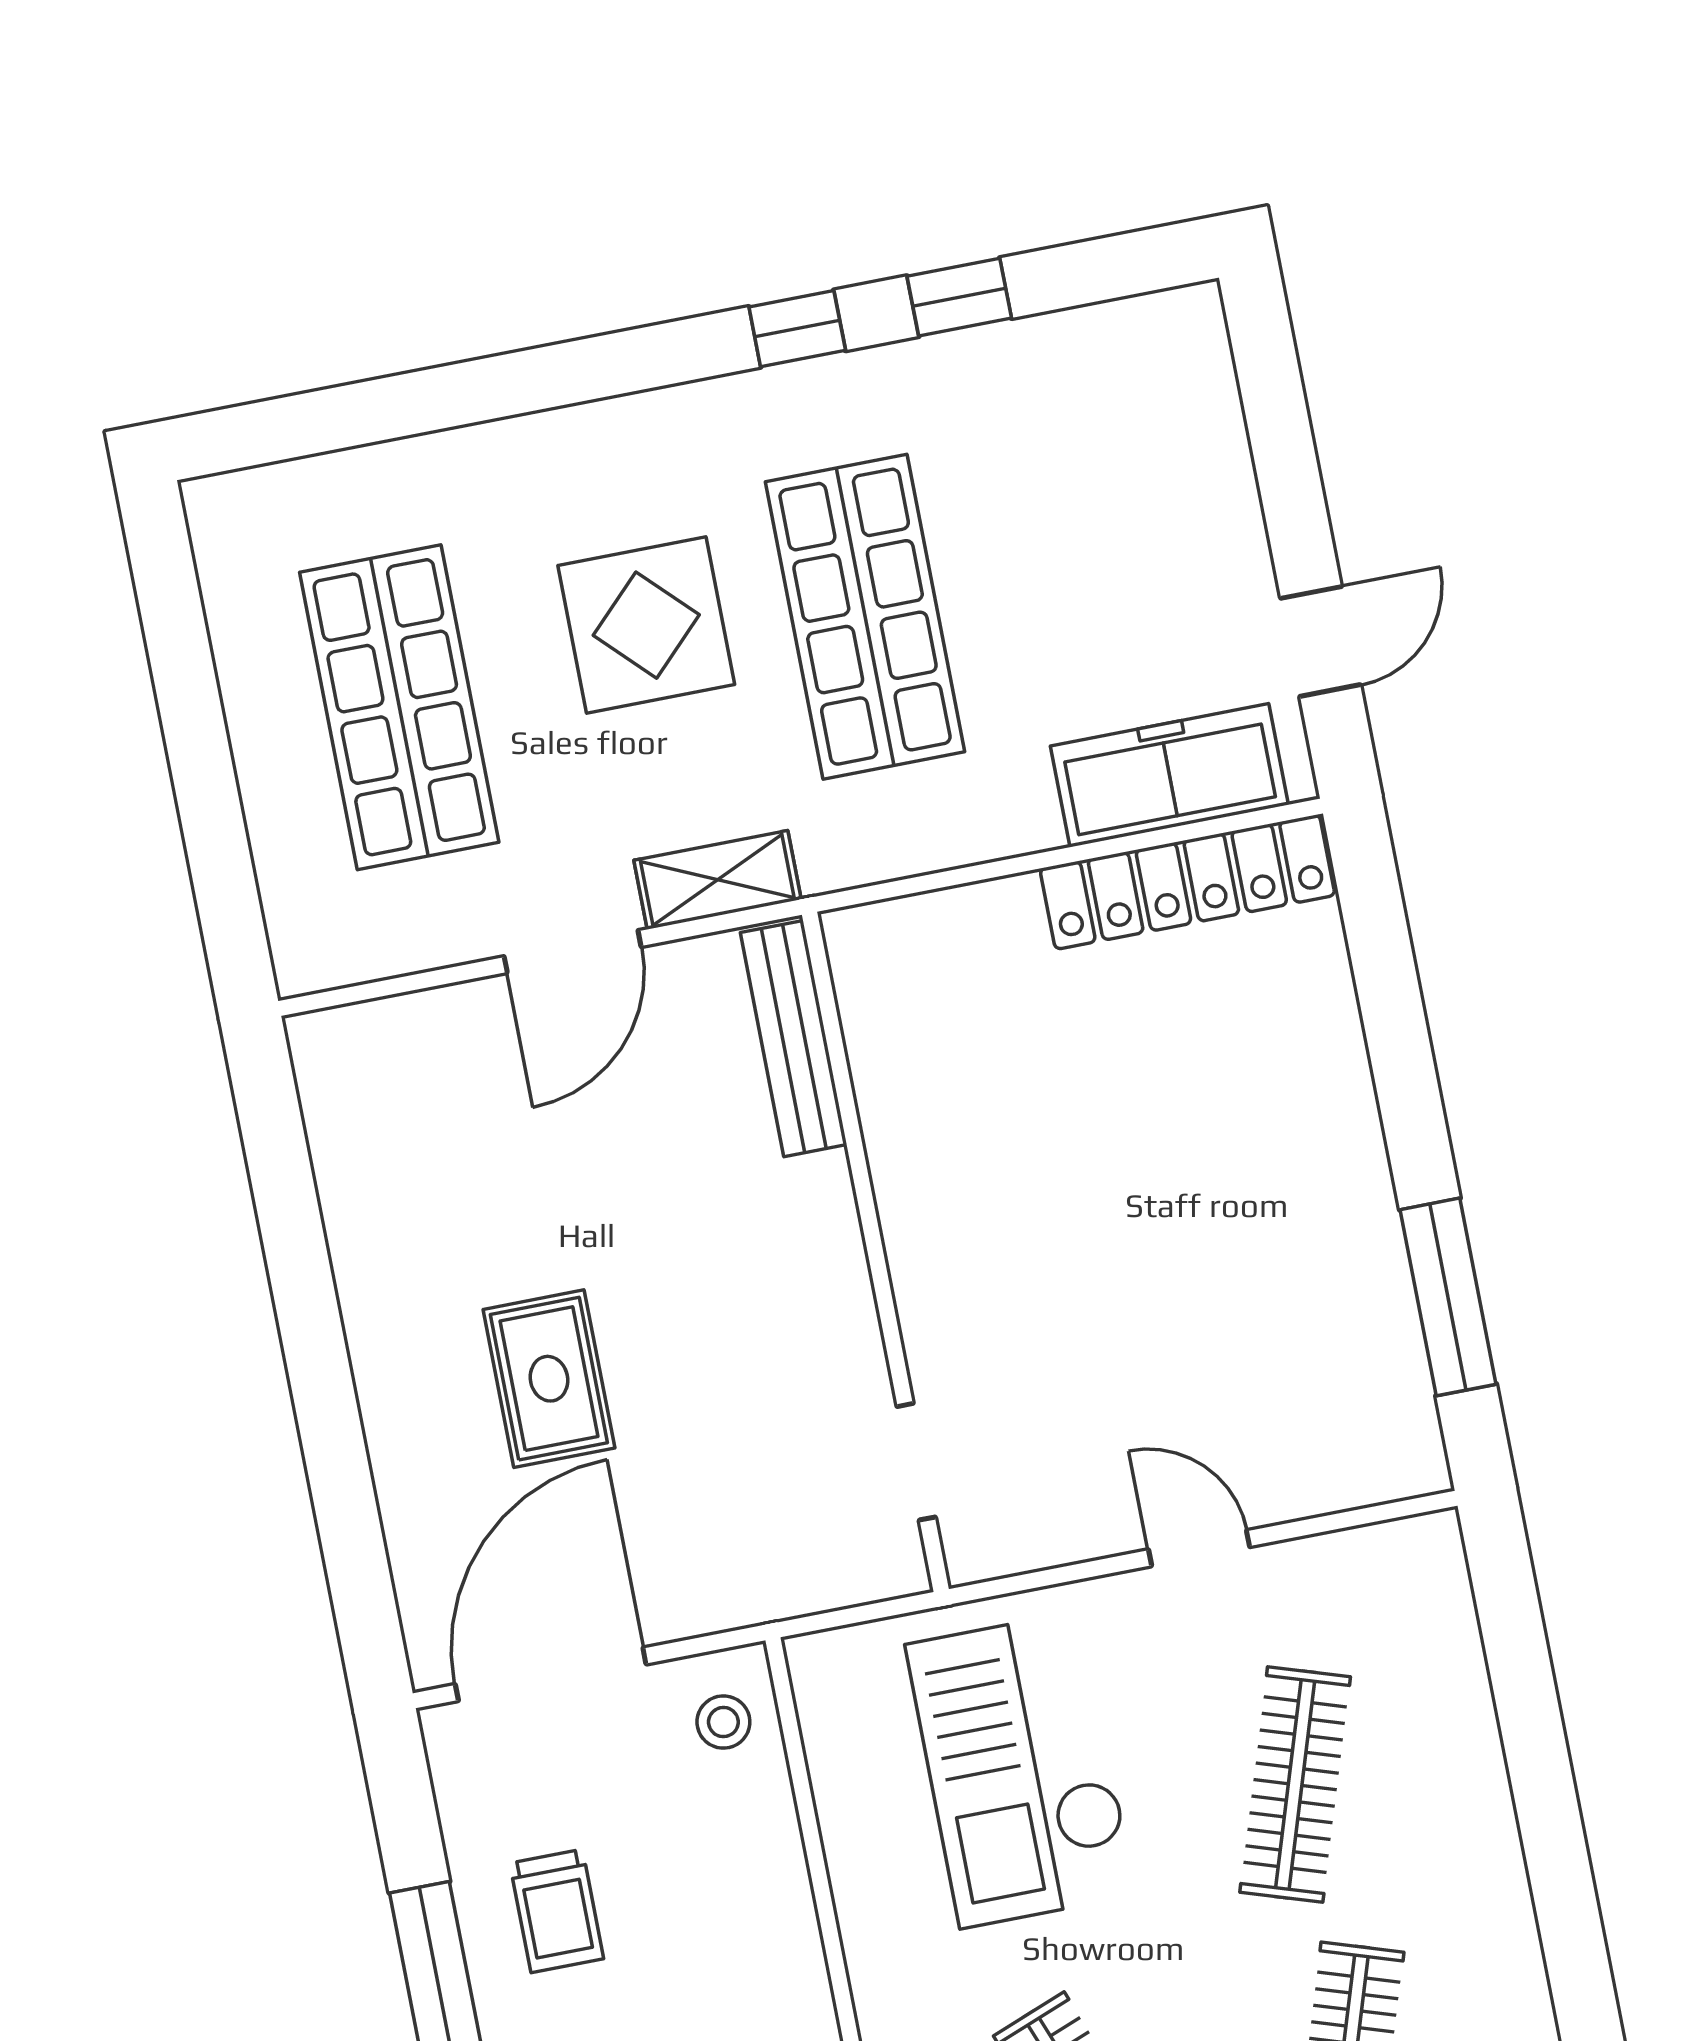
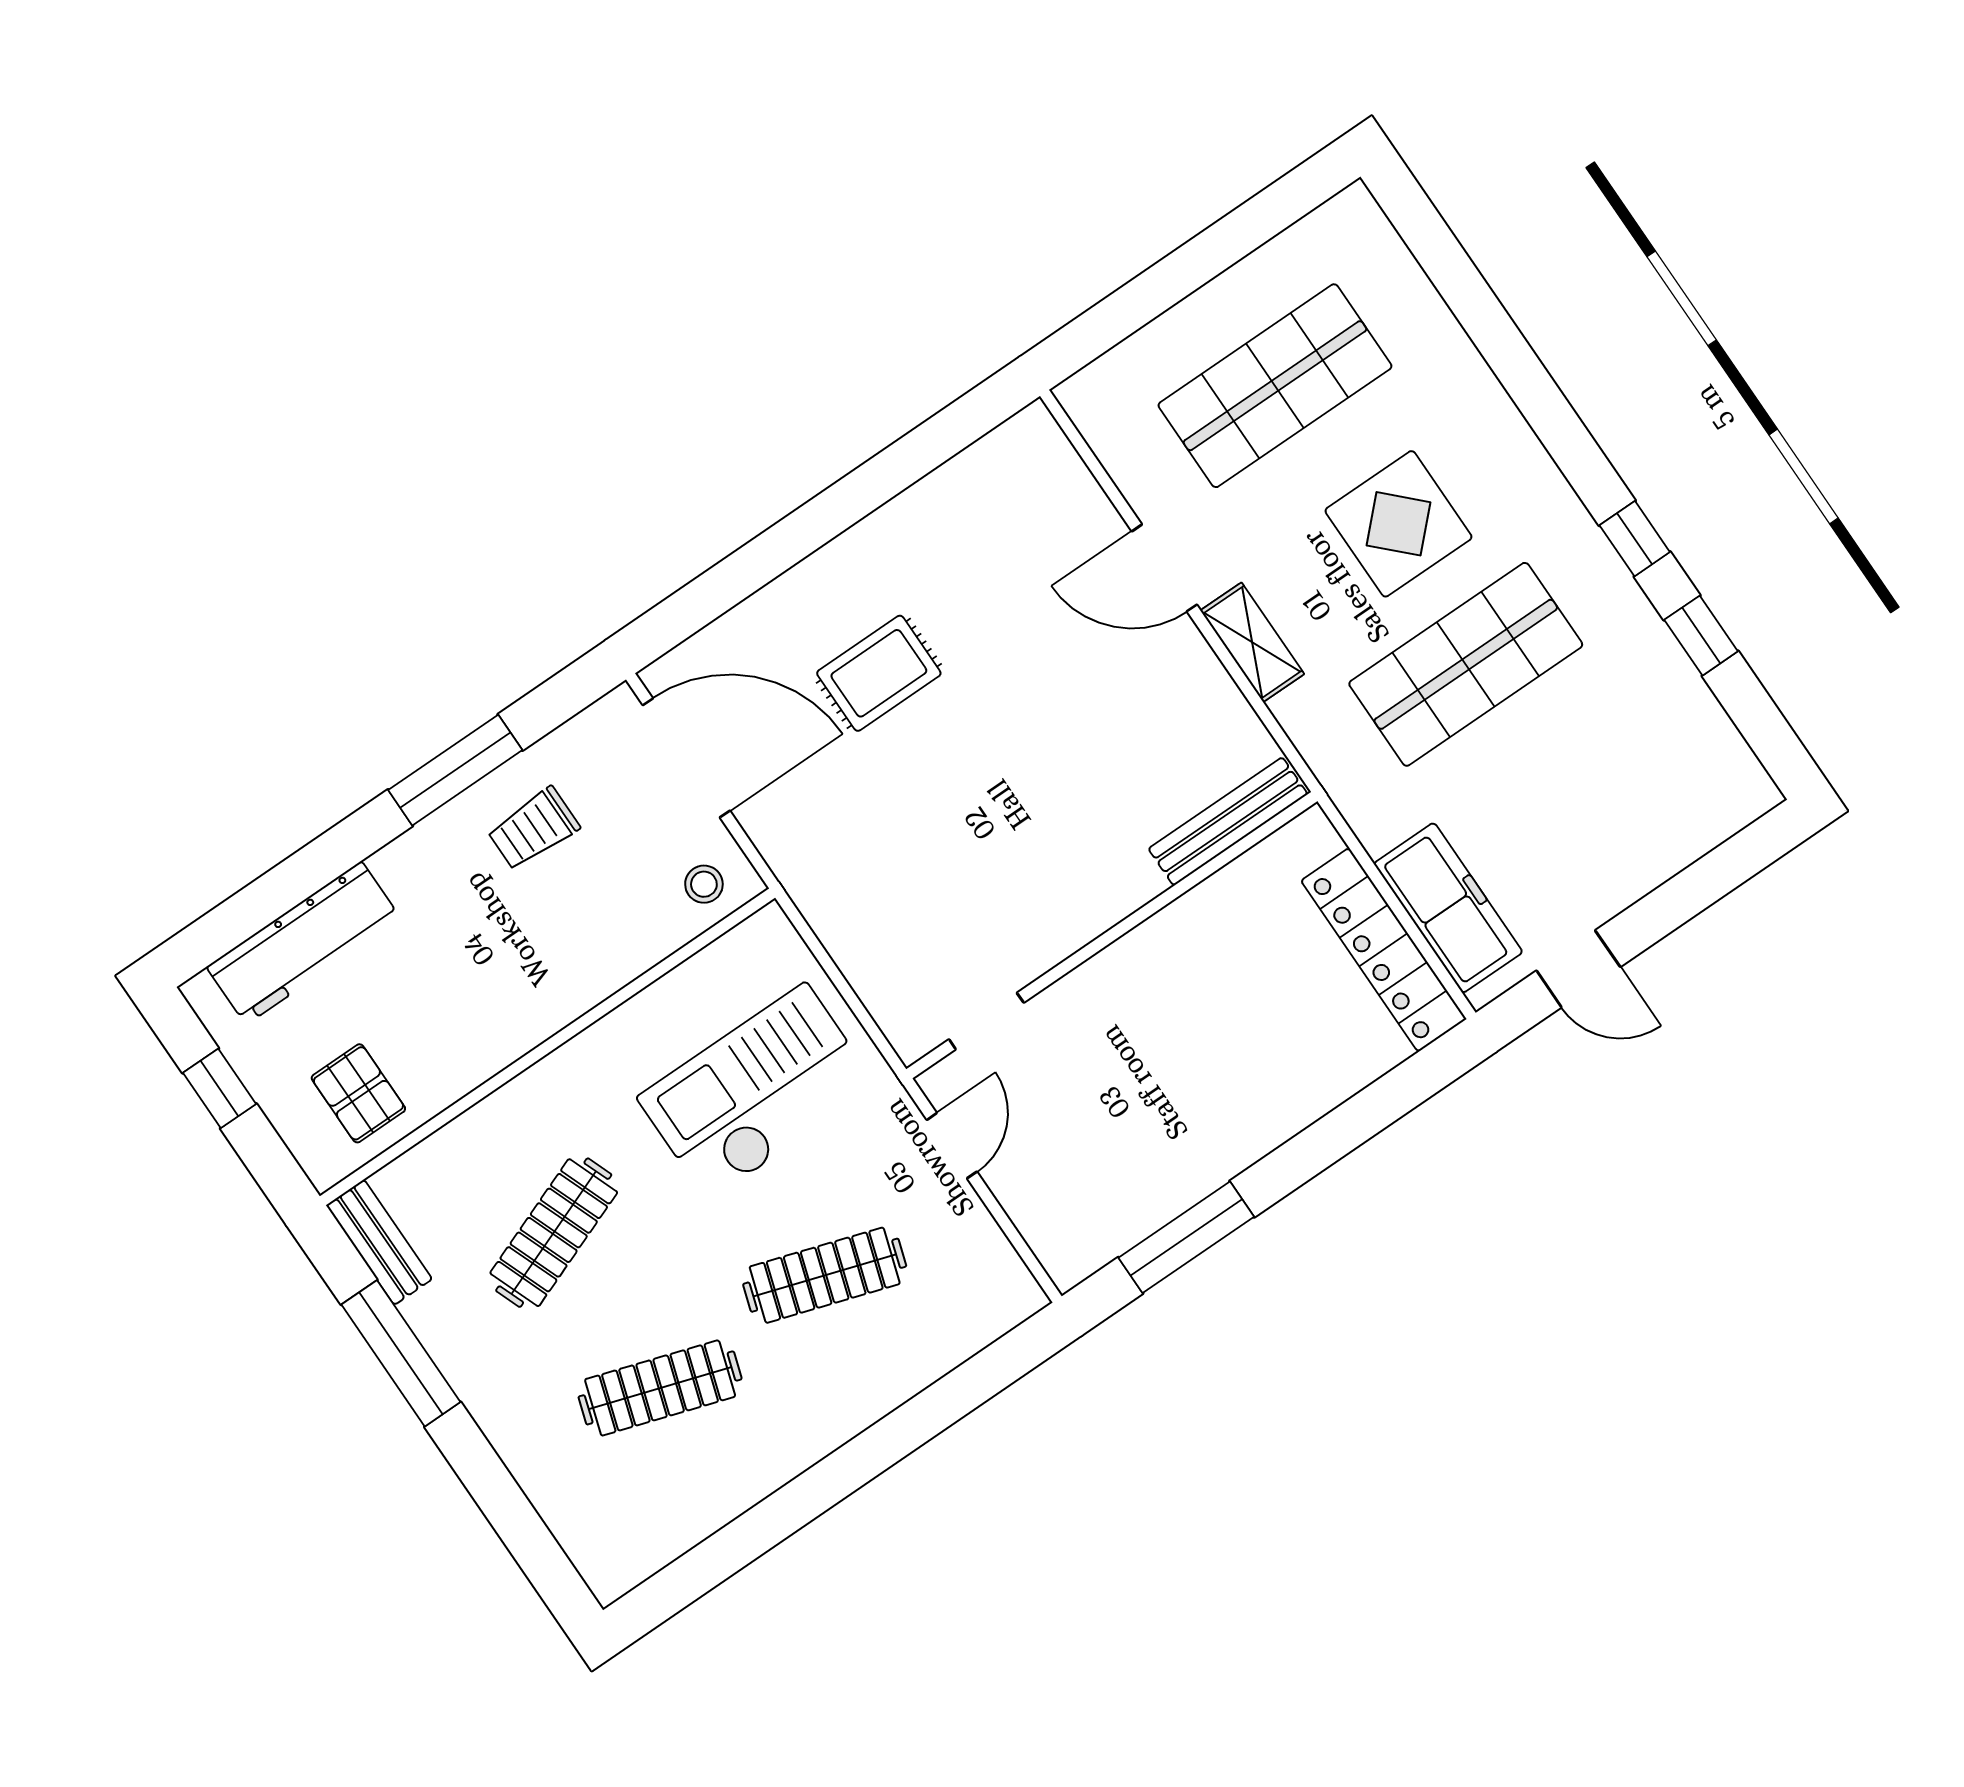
bench: (794, 1039) -> (1228, 821), moved
wall: (875, 1252) -> (1112, 935), moved
doorway: (916, 1462) -> (986, 1021), moved

